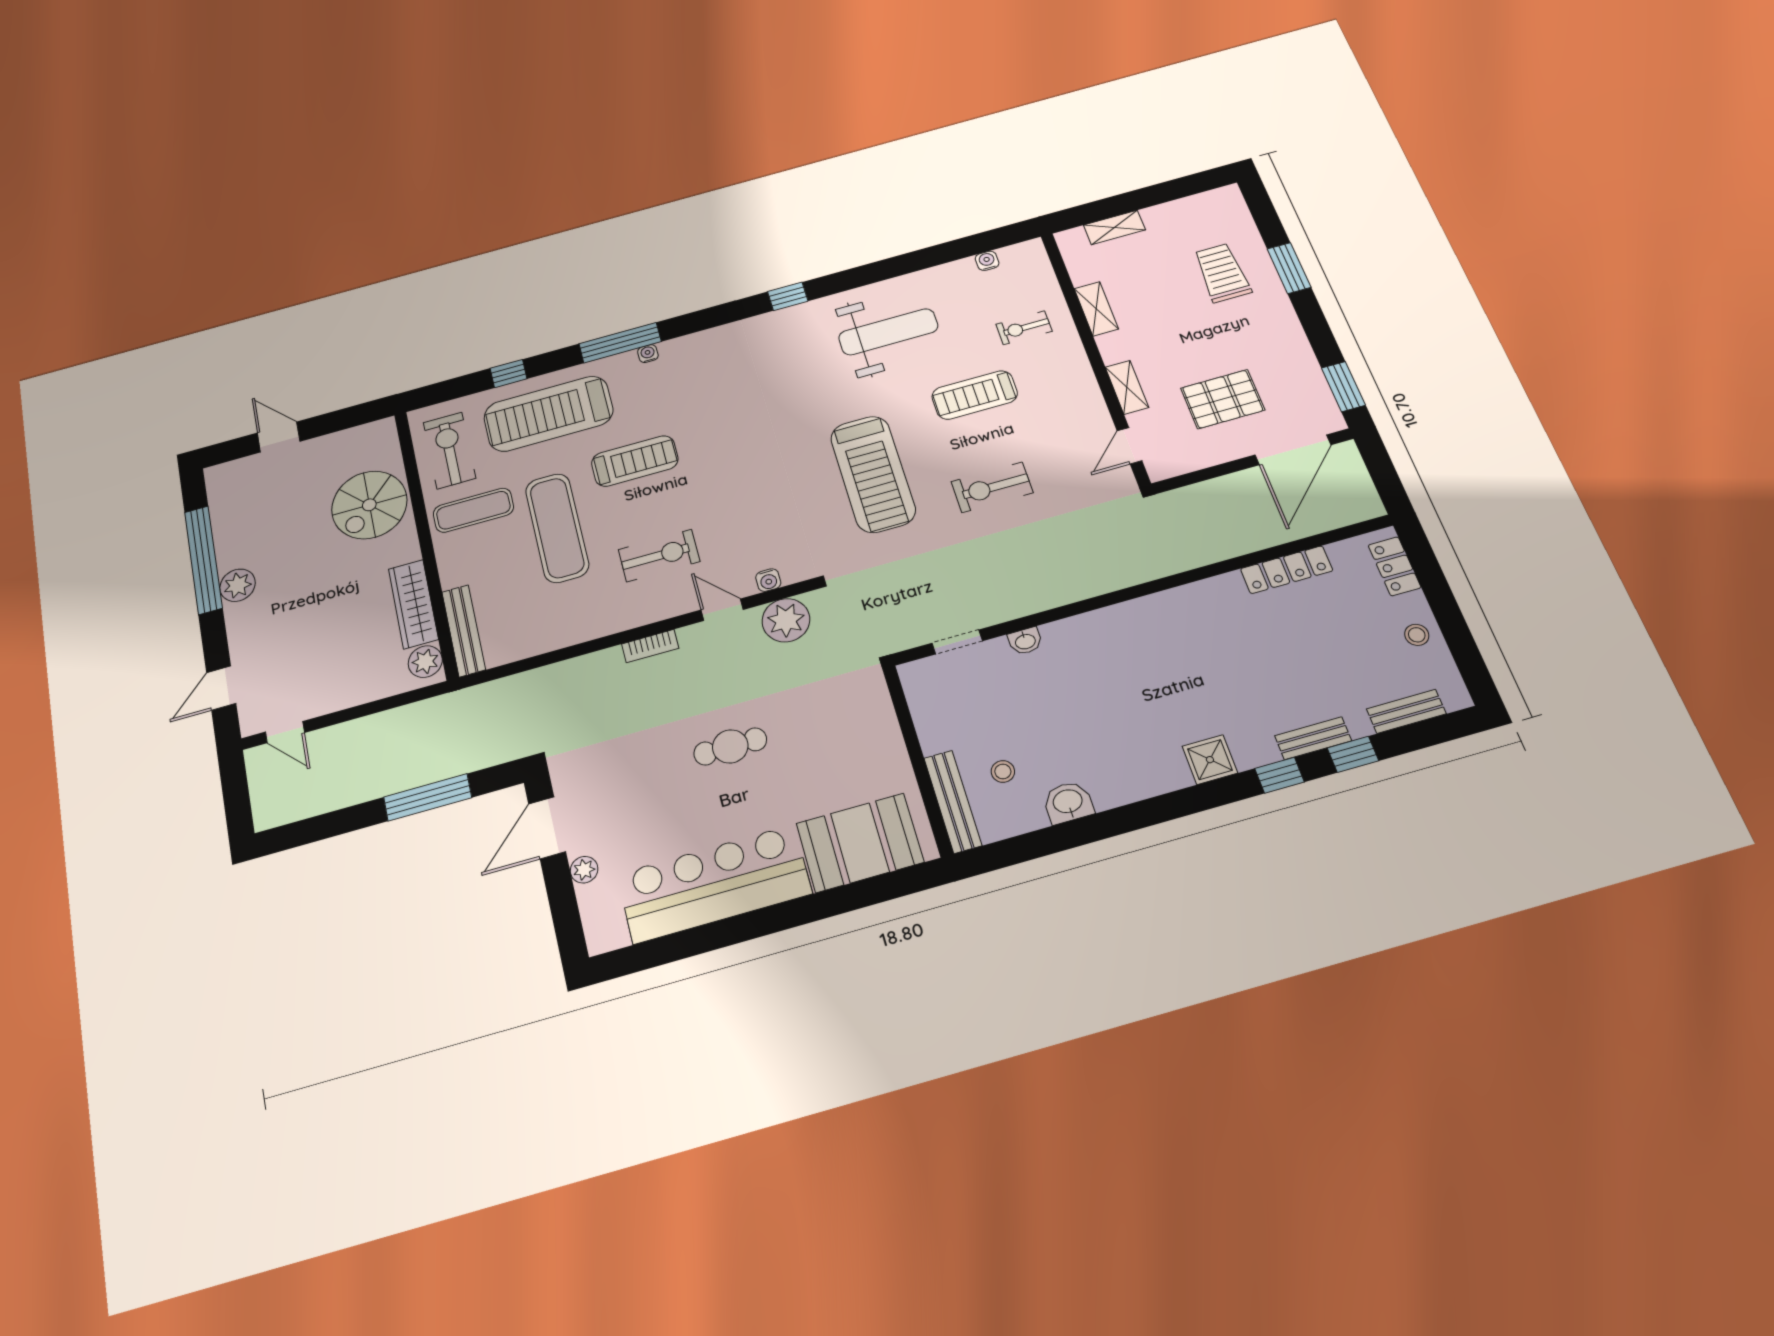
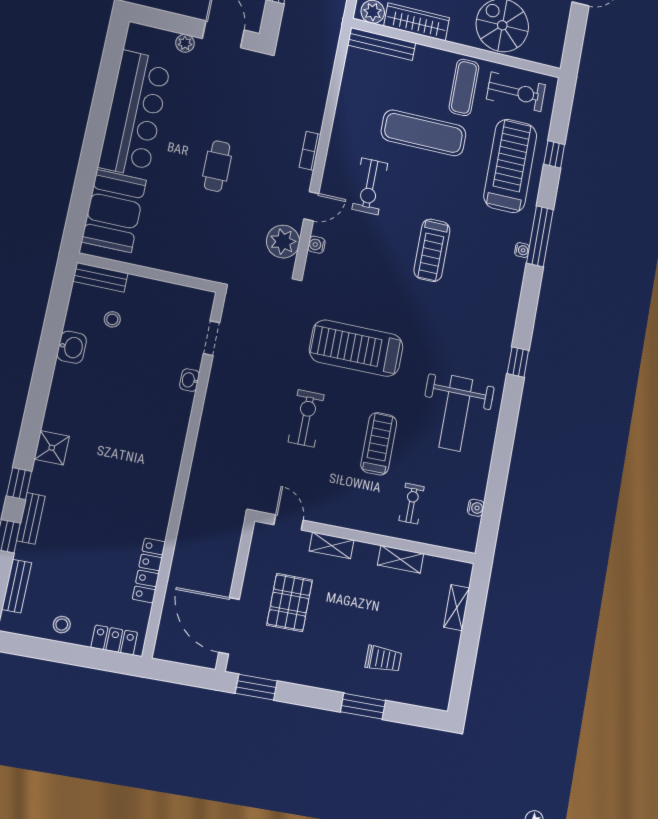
trolley: (1222, 273) -> (383, 659), width x0.73, depth x0.72
treadmill: (635, 461) -> (432, 250), moved
bench: (953, 802) -> (100, 277), width x0.73

